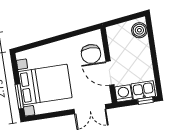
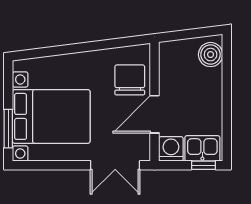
chair: (91, 54) -> (130, 80), turned 180
door: (110, 73) -> (155, 114), hinge flipped

